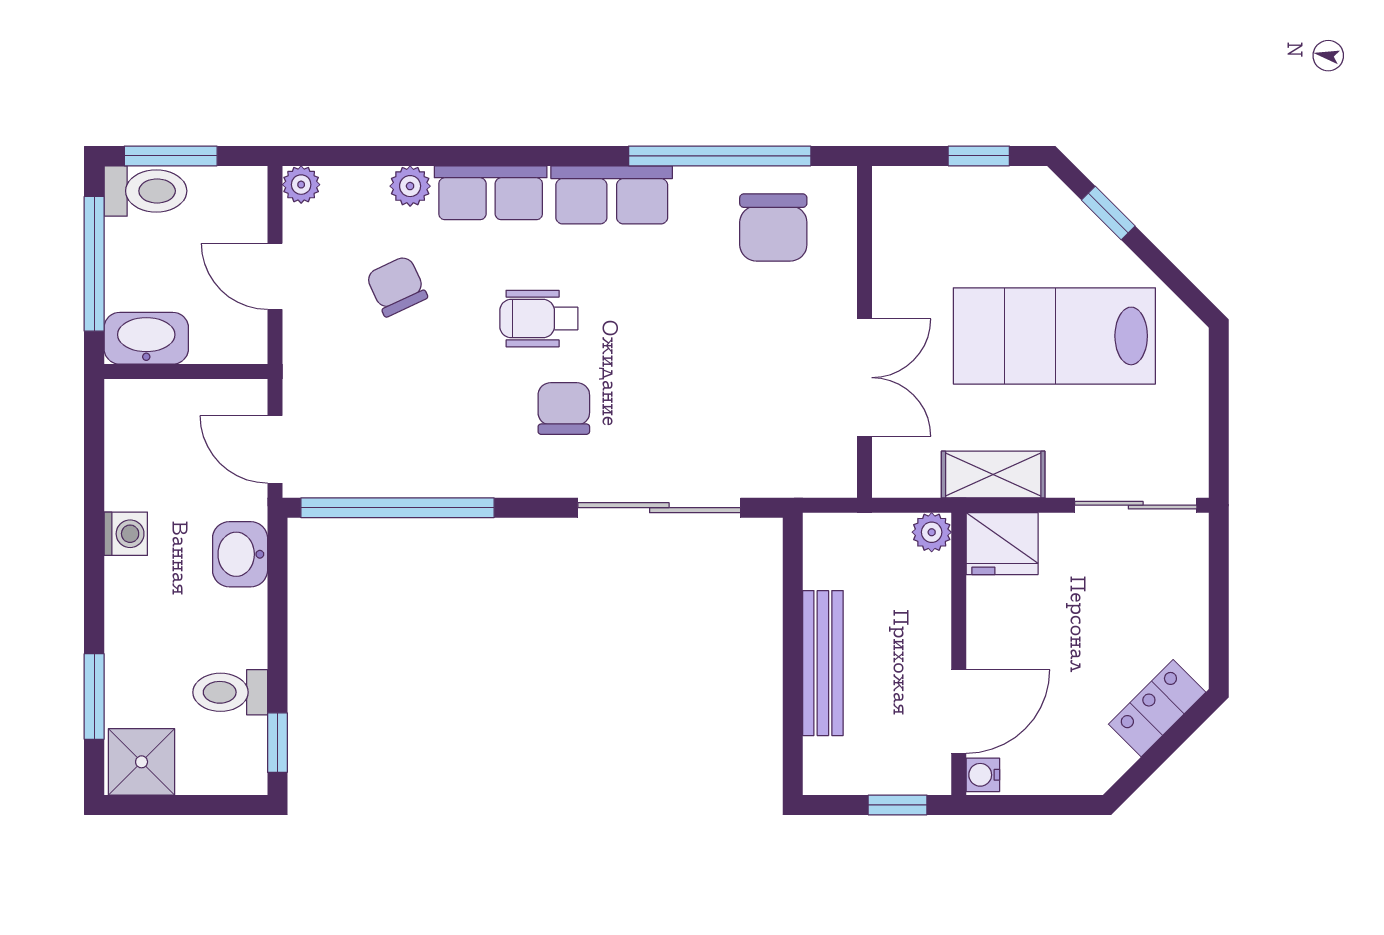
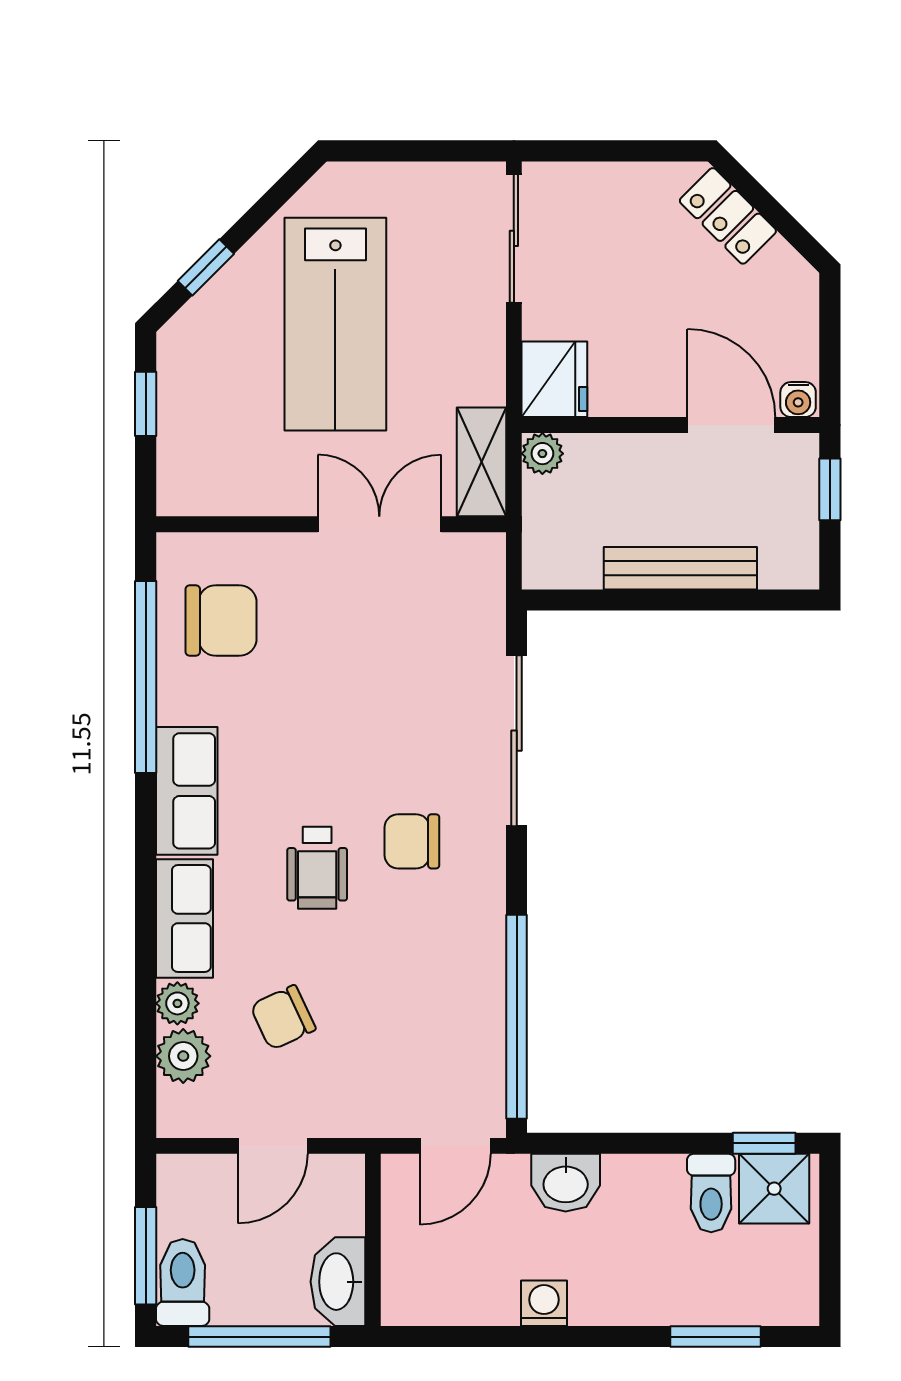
plant: (301, 185) -> (183, 1056), moved, width x1.38, depth x1.38
shelving: (993, 475) -> (482, 462), moved
shower: (142, 762) -> (774, 1189), moved

